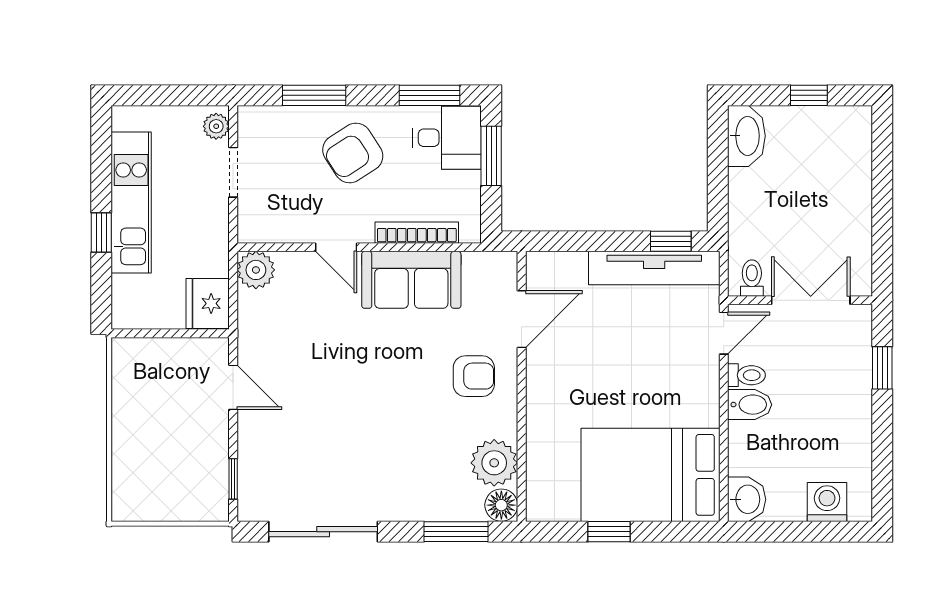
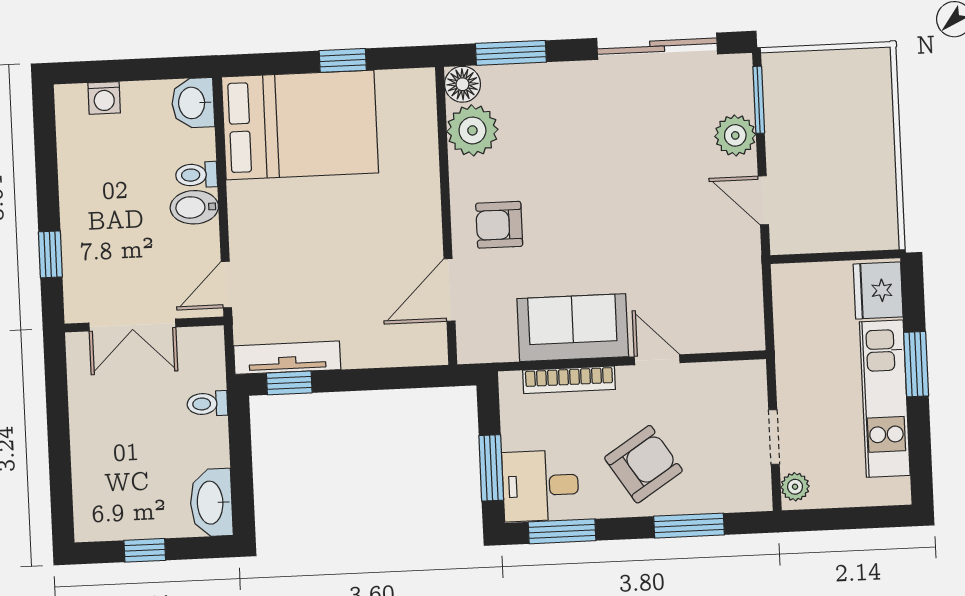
window: (101, 233) -> (916, 364), width x1.50
tv unit: (654, 268) -> (287, 358), width x0.73, depth x0.78
plant: (256, 270) -> (735, 135), moved
toilet: (752, 278) -> (207, 404), moved, turned 90
fridge: (208, 303) -> (878, 290), moved, turned 180
toilet: (746, 375) -> (196, 175), moved
window: (233, 479) -> (759, 100), width x1.50
washing machine: (827, 502) -> (104, 98), width x0.73, depth x0.73

